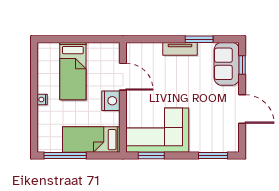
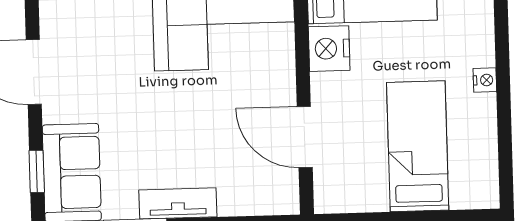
nightstand: (111, 101) -> (329, 49), moved

